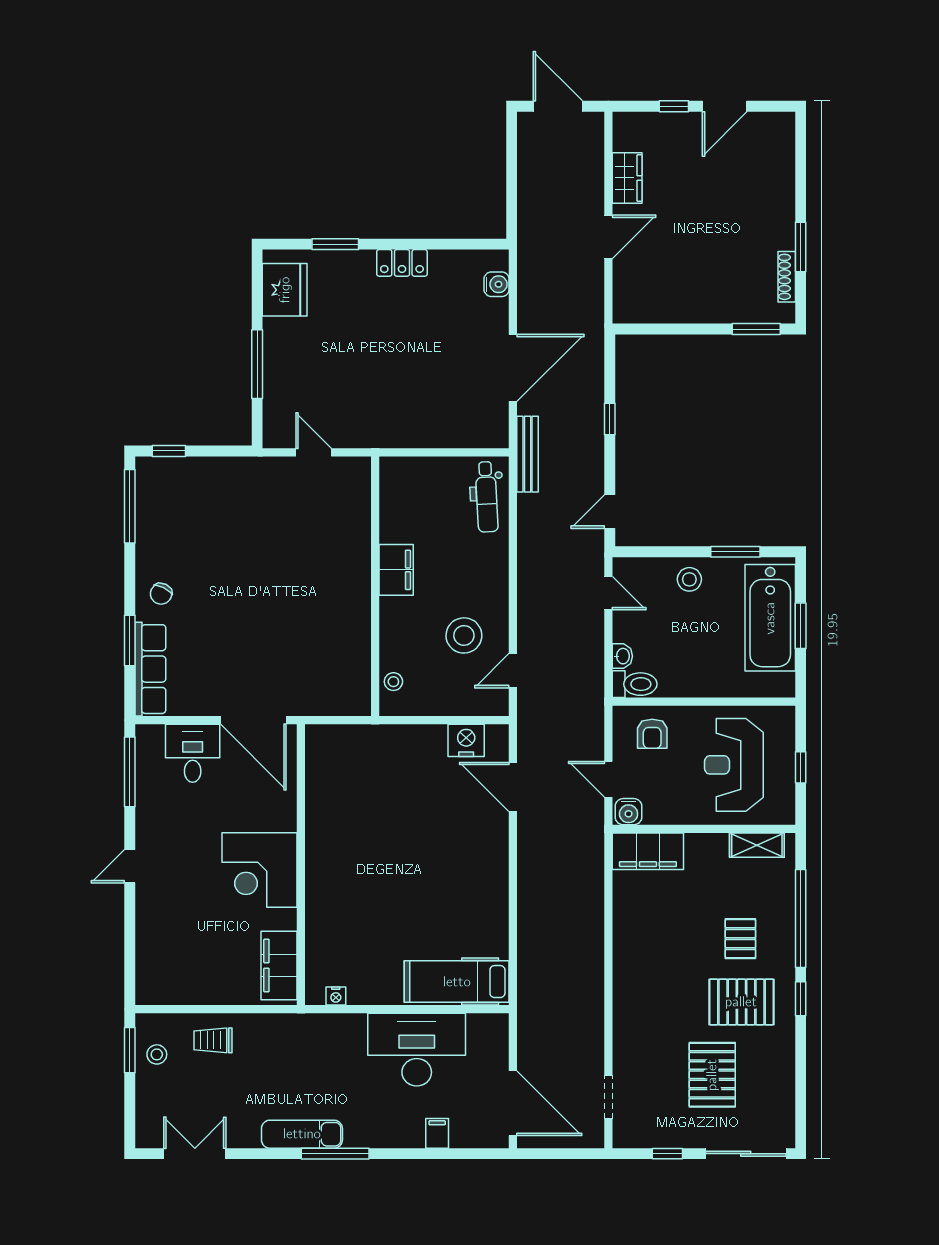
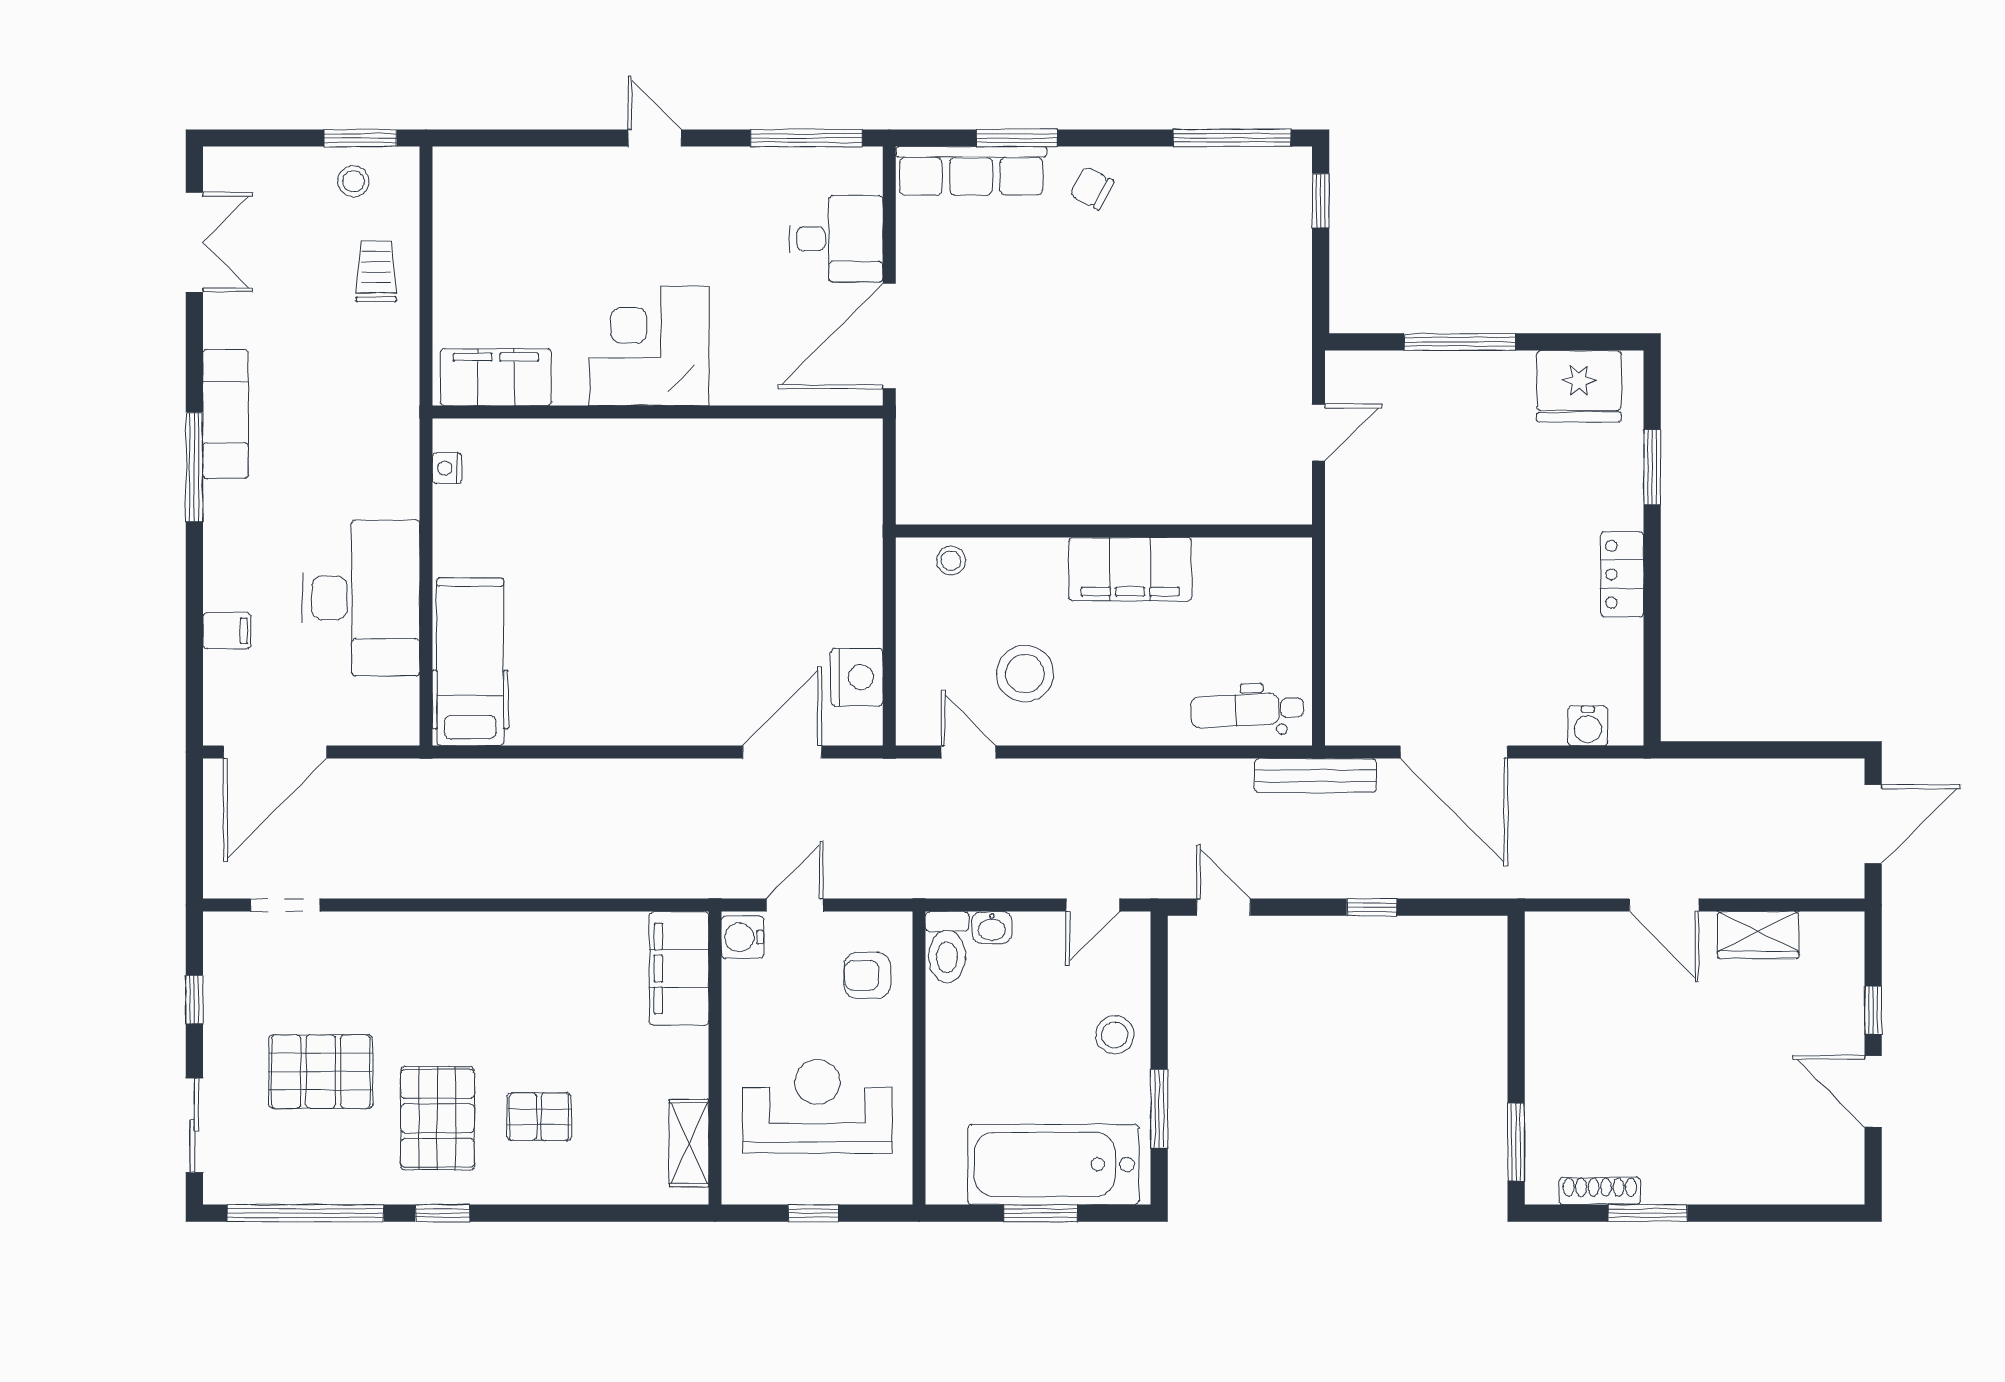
filing cabinet: (396, 570) -> (1130, 569), width x1.50, depth x1.17
window: (801, 919) -> (305, 1213), moved
sliding door: (746, 1154) -> (194, 1125), width x0.73

